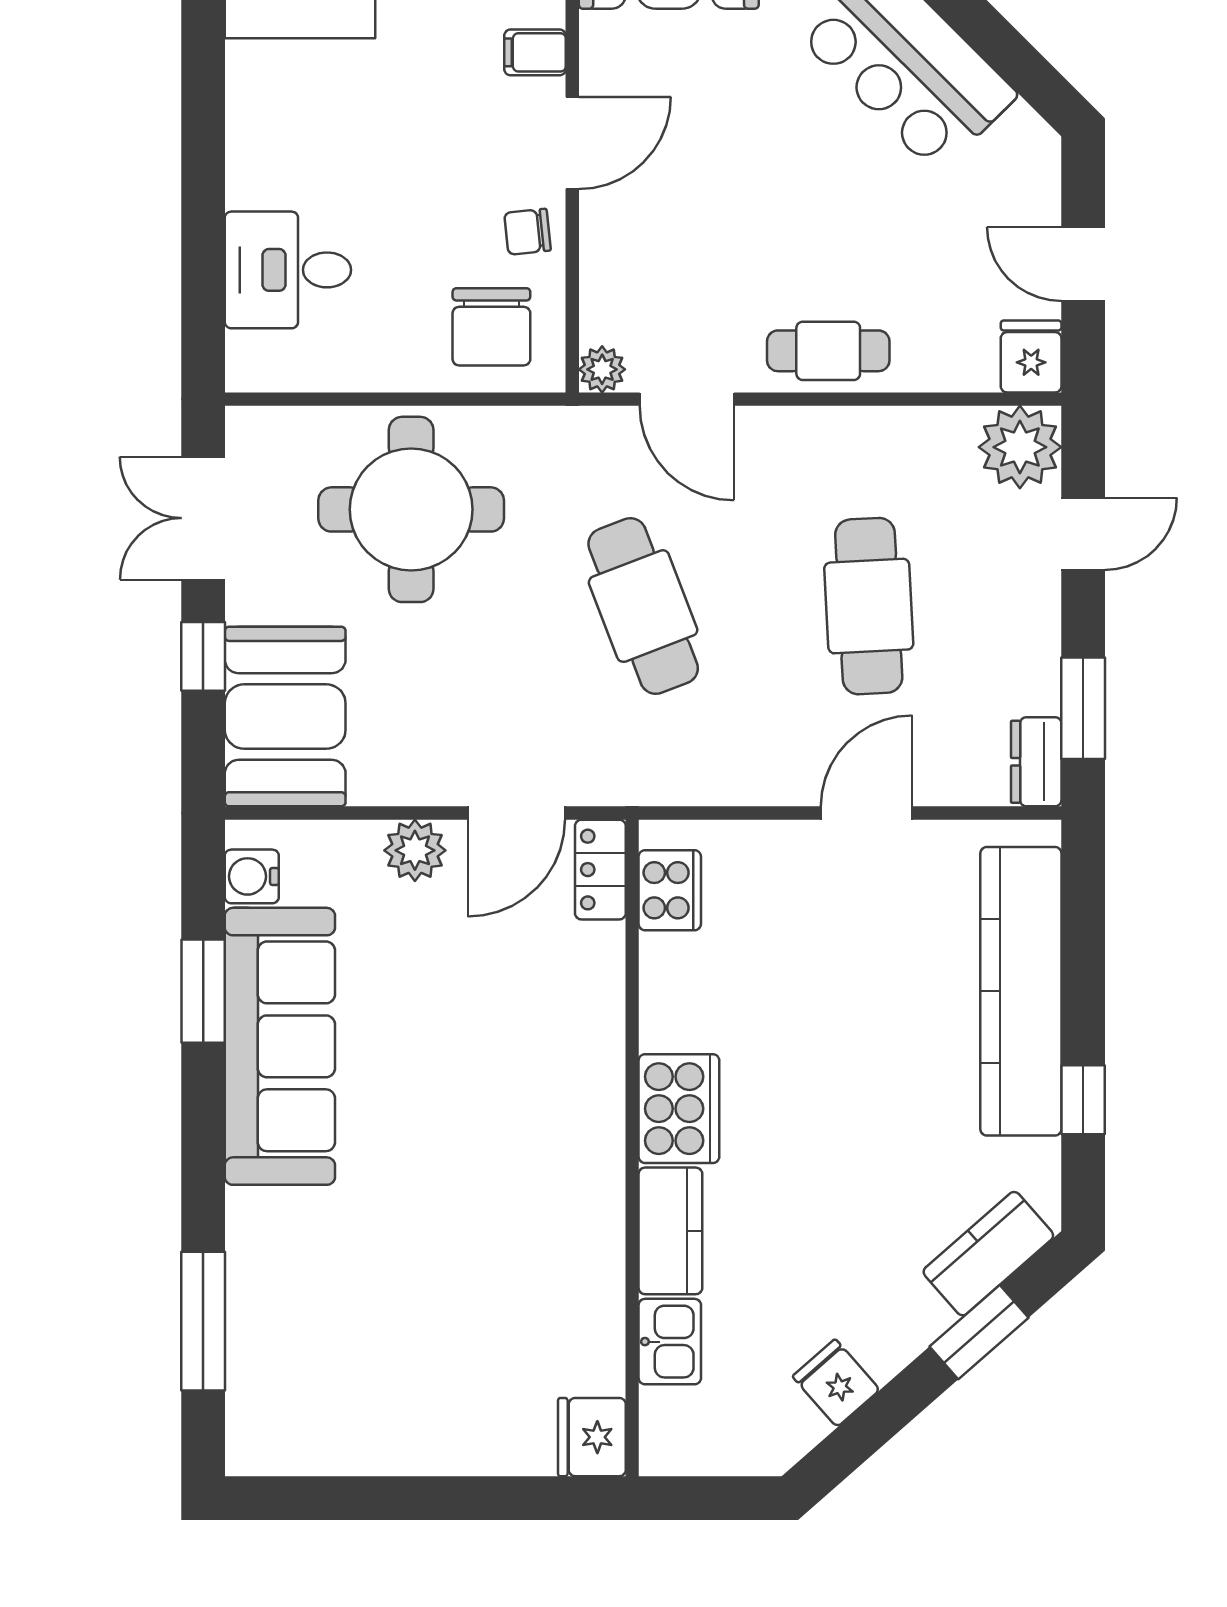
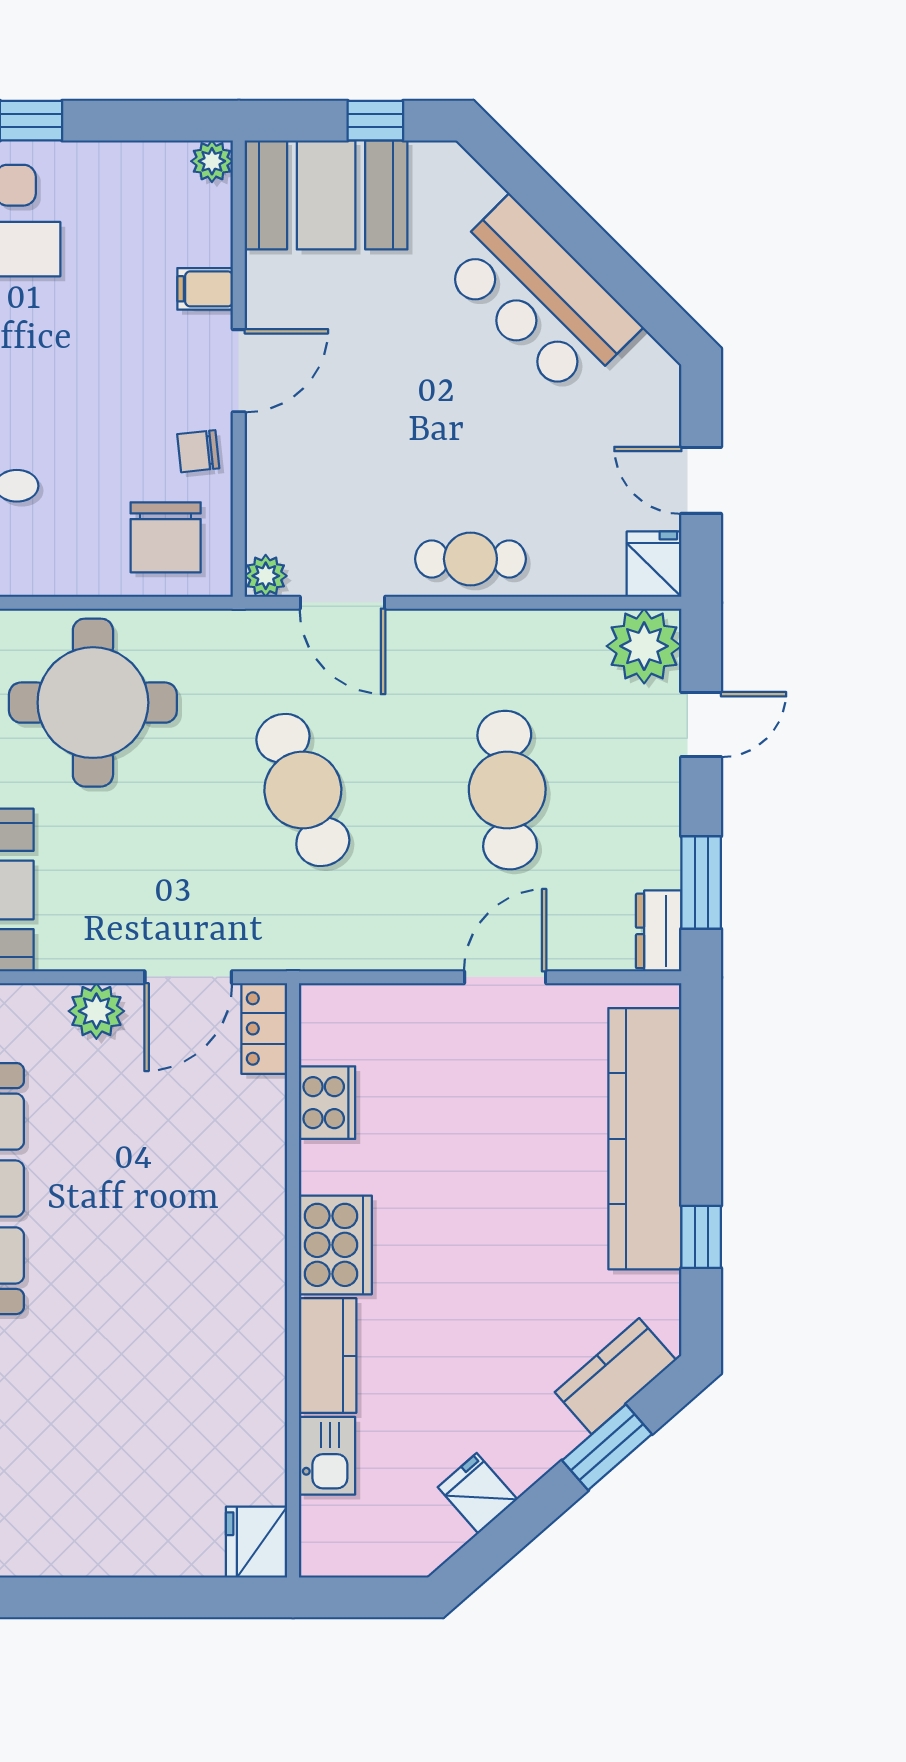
cooker: (670, 890) -> (327, 1103), moved

